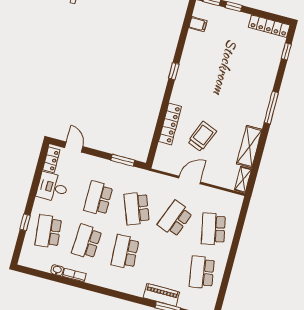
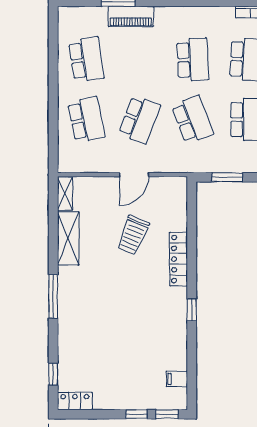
locker: (269, 26) -> (75, 401), width x0.66
locker: (170, 124) -> (179, 259), moved

